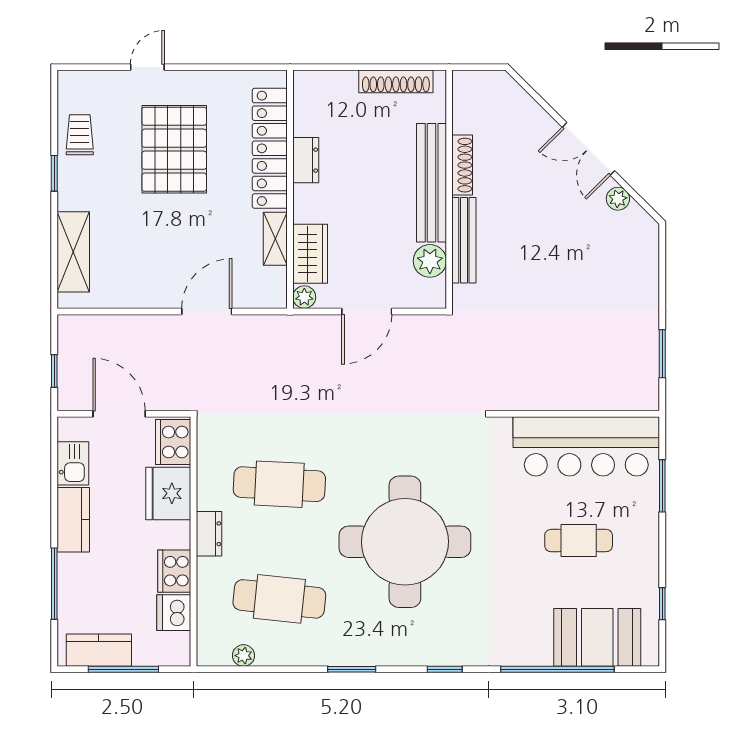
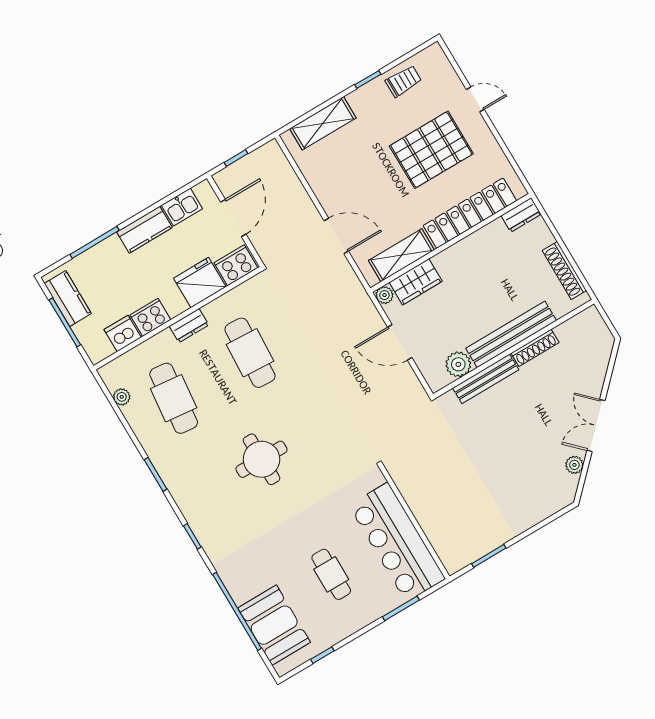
dresser: (306, 160) -> (521, 215), moved
shelving: (275, 239) -> (401, 255), width x1.50, depth x1.33
round table: (405, 542) -> (262, 459), width x0.54, depth x0.54

